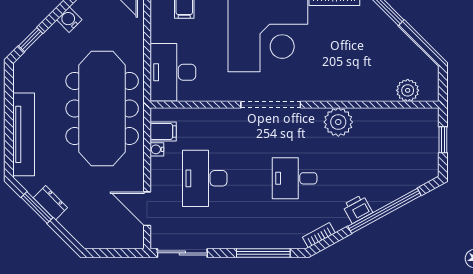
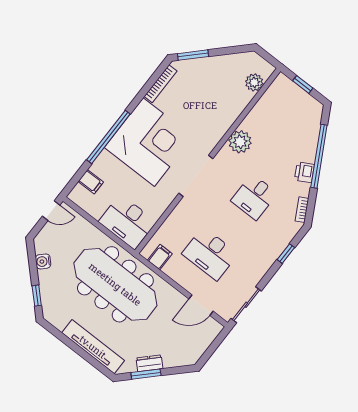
water cooler: (157, 149) -> (168, 270), removed
window: (263, 253) -> (286, 254), width x0.46

